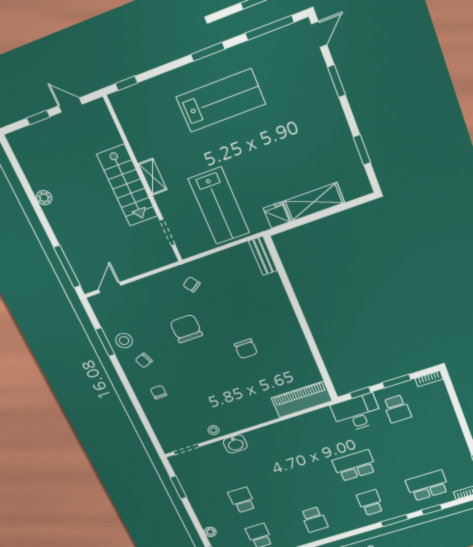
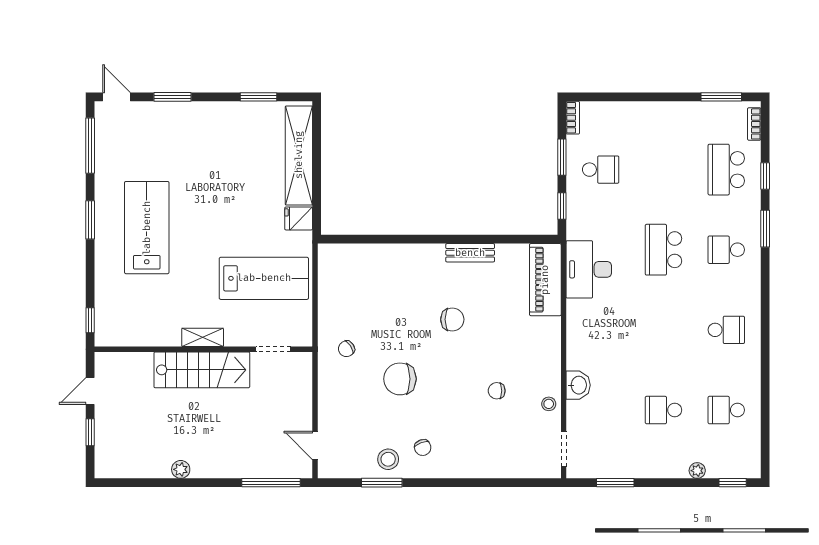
shelving: (314, 202) -> (299, 155), width x1.47
bench: (263, 256) -> (470, 253), moved
chair: (159, 392) -> (497, 391), moved
desk: (357, 413) -> (589, 269), moved

